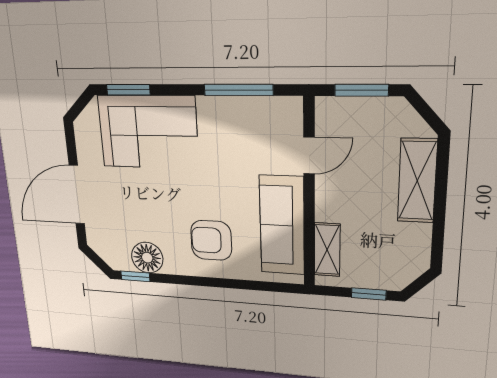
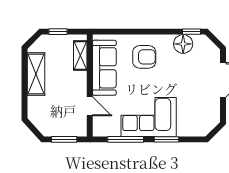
window: (128, 90) -> (167, 139), moved
corner sofa: (148, 132) -> (149, 117), moved
door: (309, 155) -> (90, 106), swing flipped
shelving: (417, 181) -> (36, 74), moved

